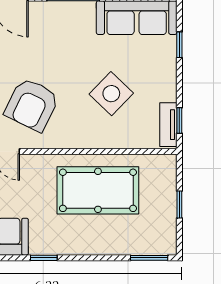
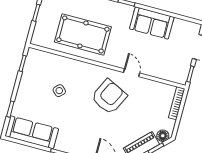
side table: (111, 94) -> (59, 91), width x0.54, depth x0.54
tv unit: (168, 125) -> (30, 63), removed

